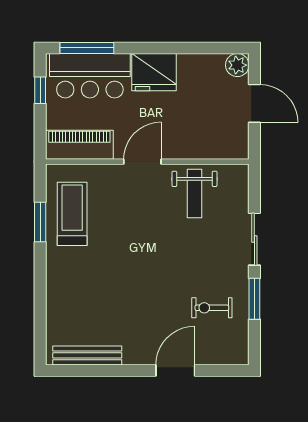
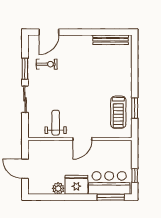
plant: (237, 65) -> (58, 188), moved
piano: (79, 145) -> (115, 148), removed
door: (175, 370) -> (49, 32), moved

